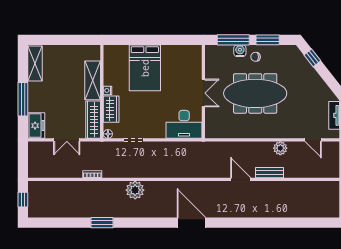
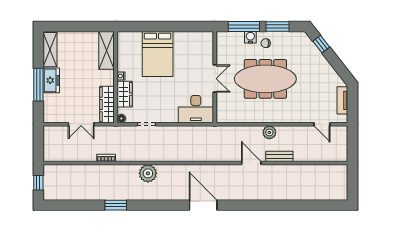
shelving: (93, 80) -> (107, 50), moved
freezer: (36, 126) -> (51, 80), moved
plant: (280, 148) -> (269, 132), moved

